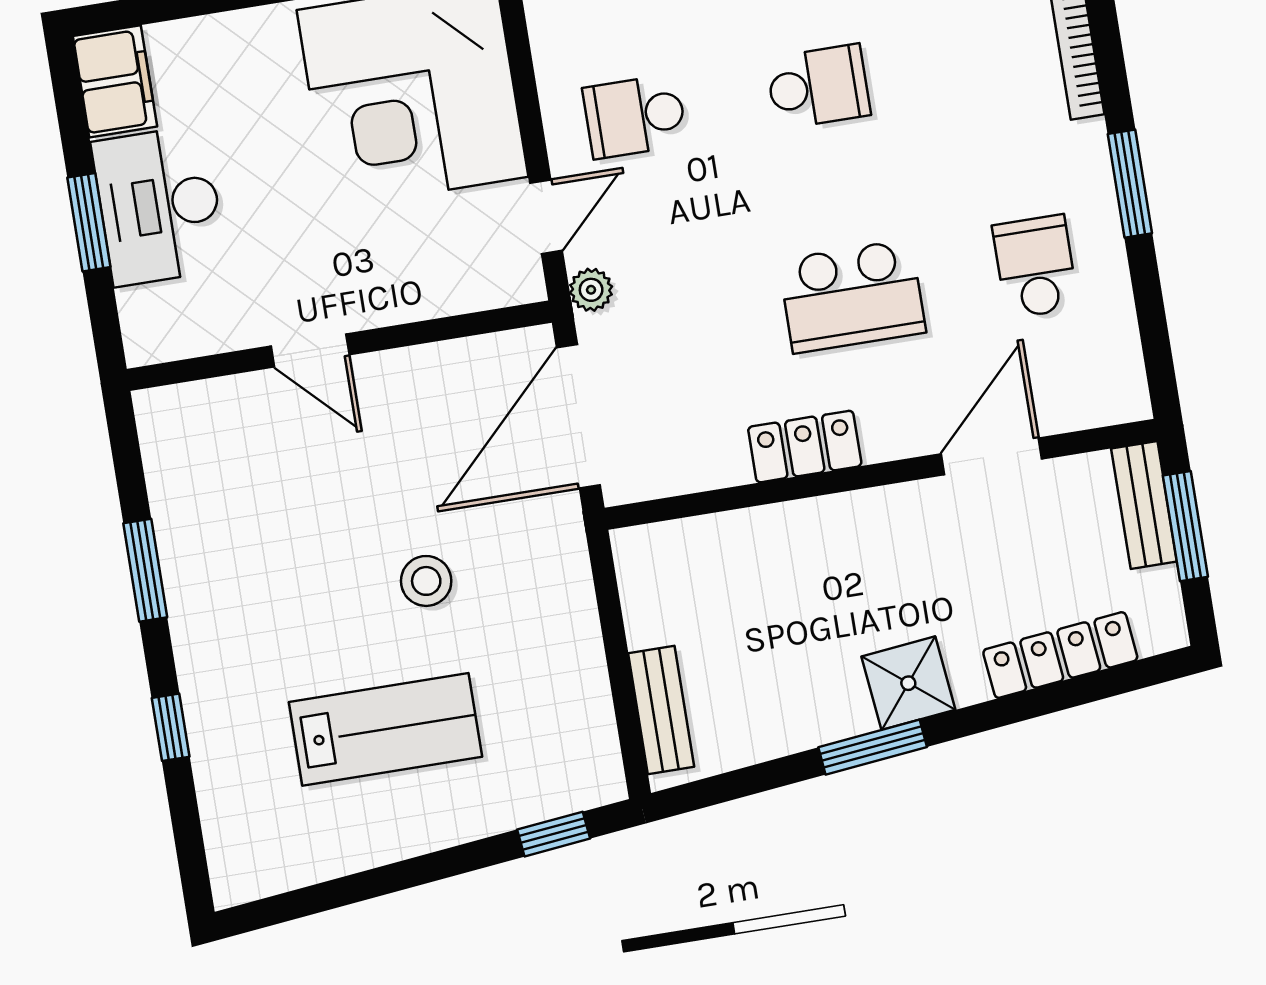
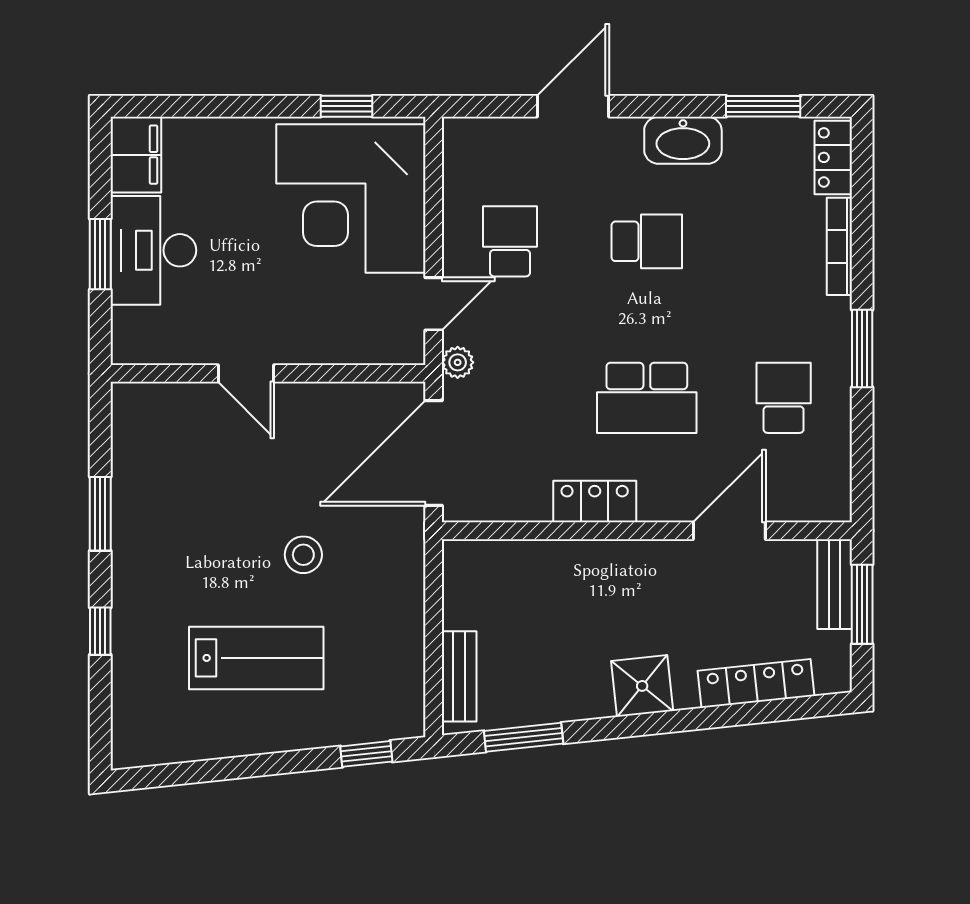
school desk: (635, 116) -> (510, 241), turned 90
window: (873, 747) -> (524, 737), moved

